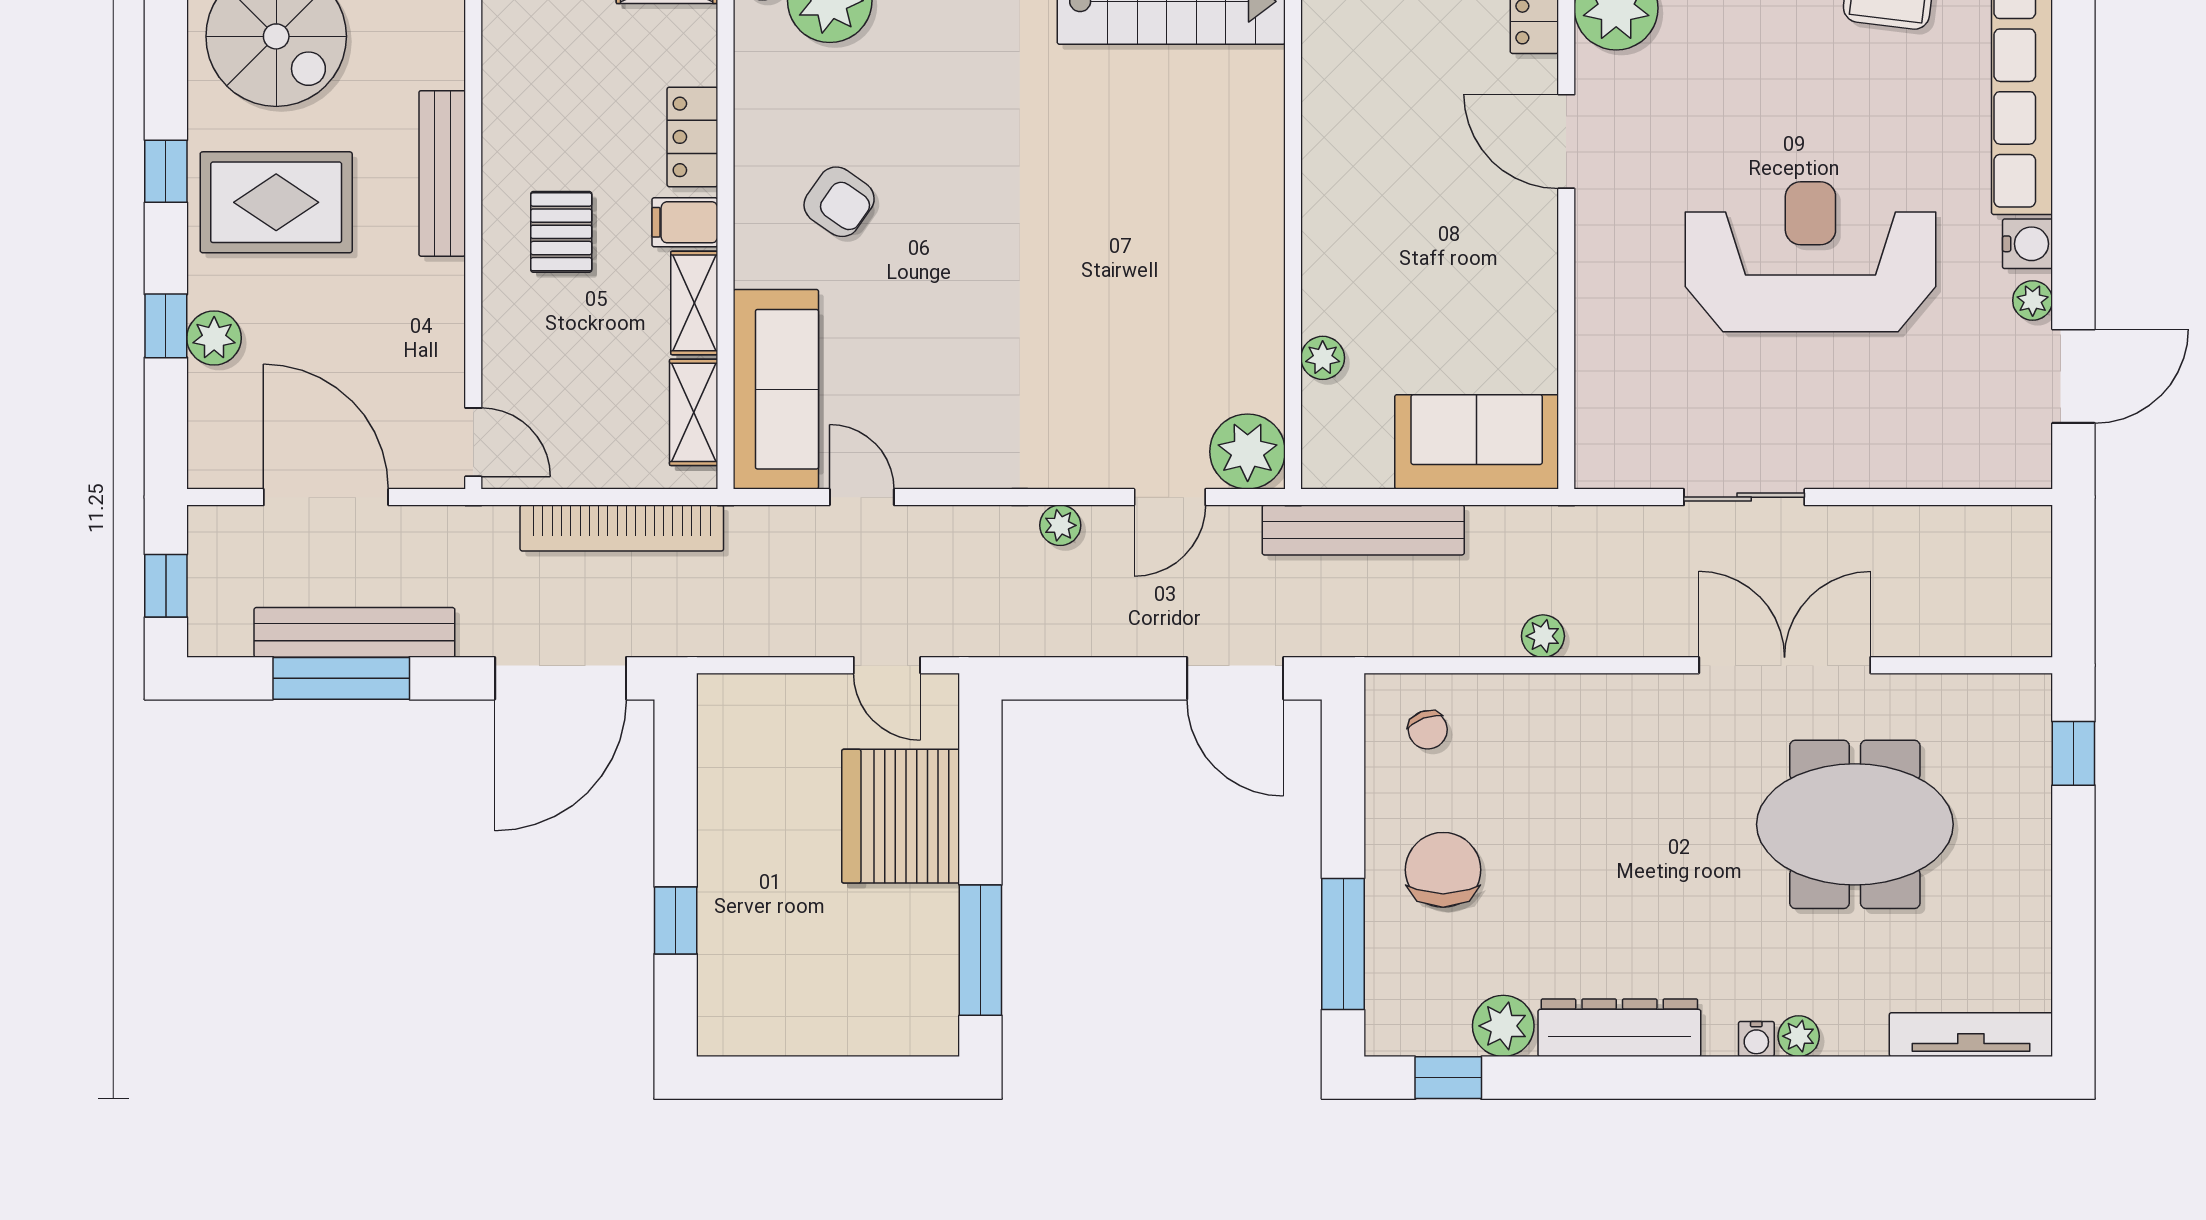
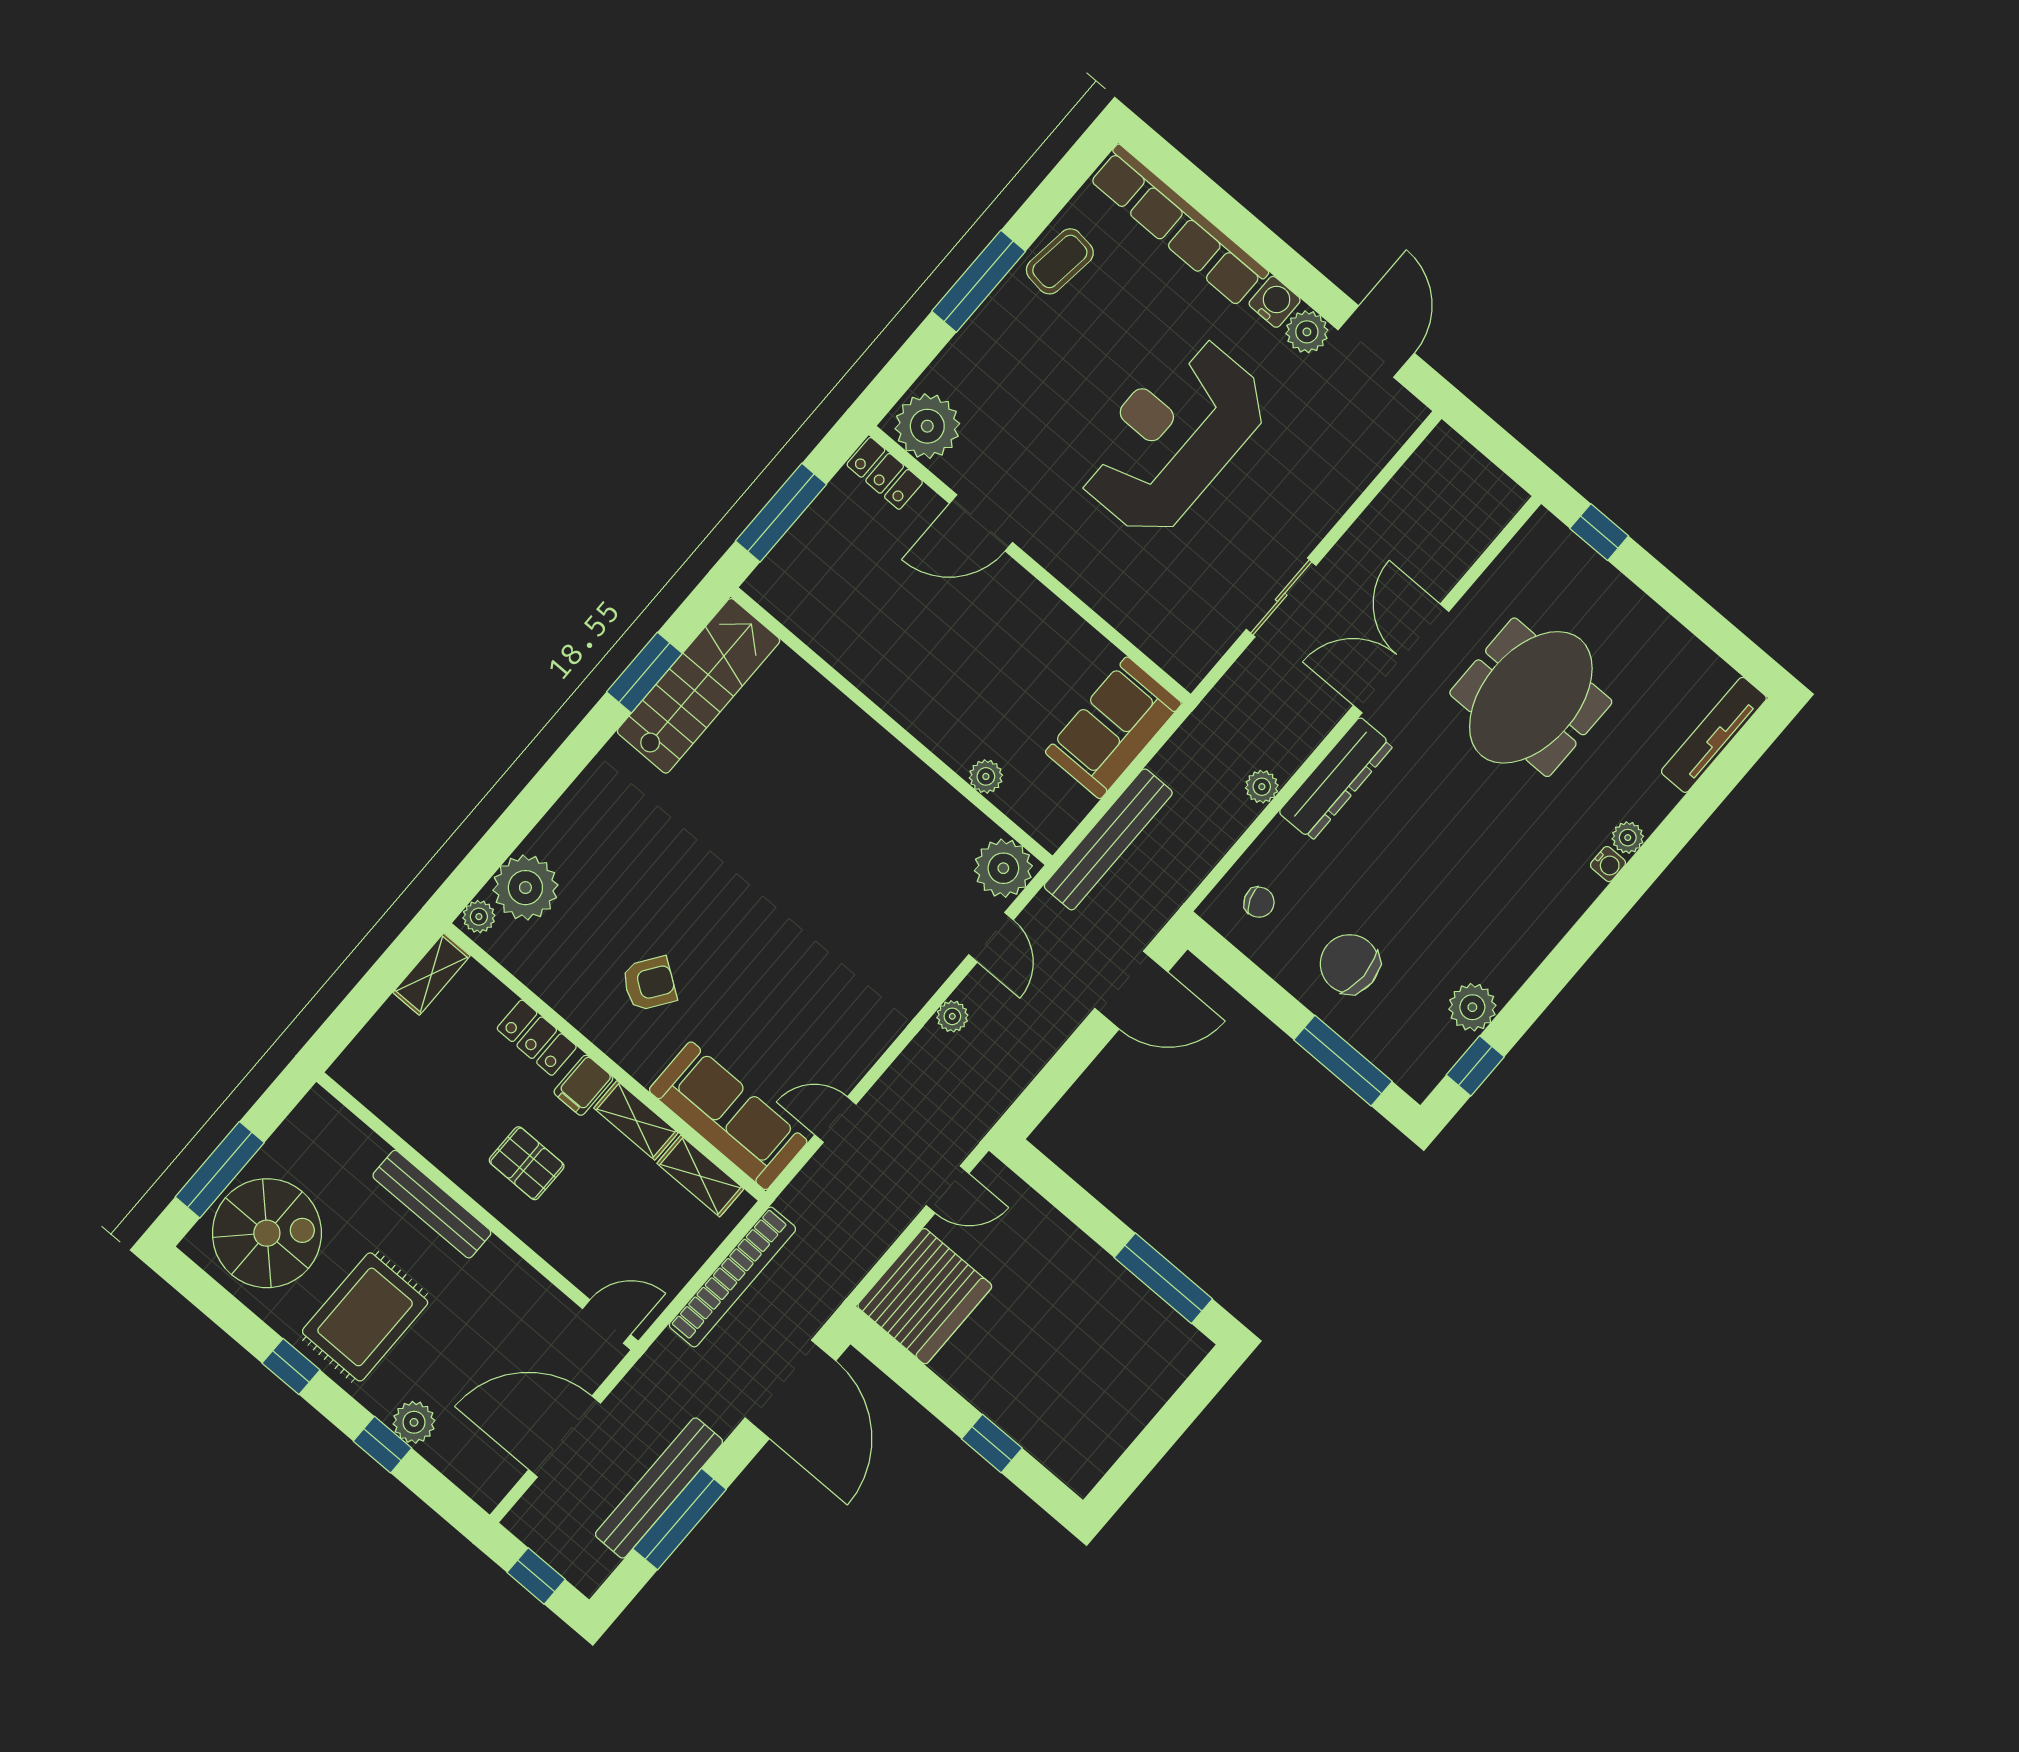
plant: (2033, 300) -> (1307, 332), width x1.38, depth x1.38
server rack: (901, 816) -> (925, 1296), moved, turned -90
dresser: (1619, 1028) -> (1336, 779), moved, turned 180

